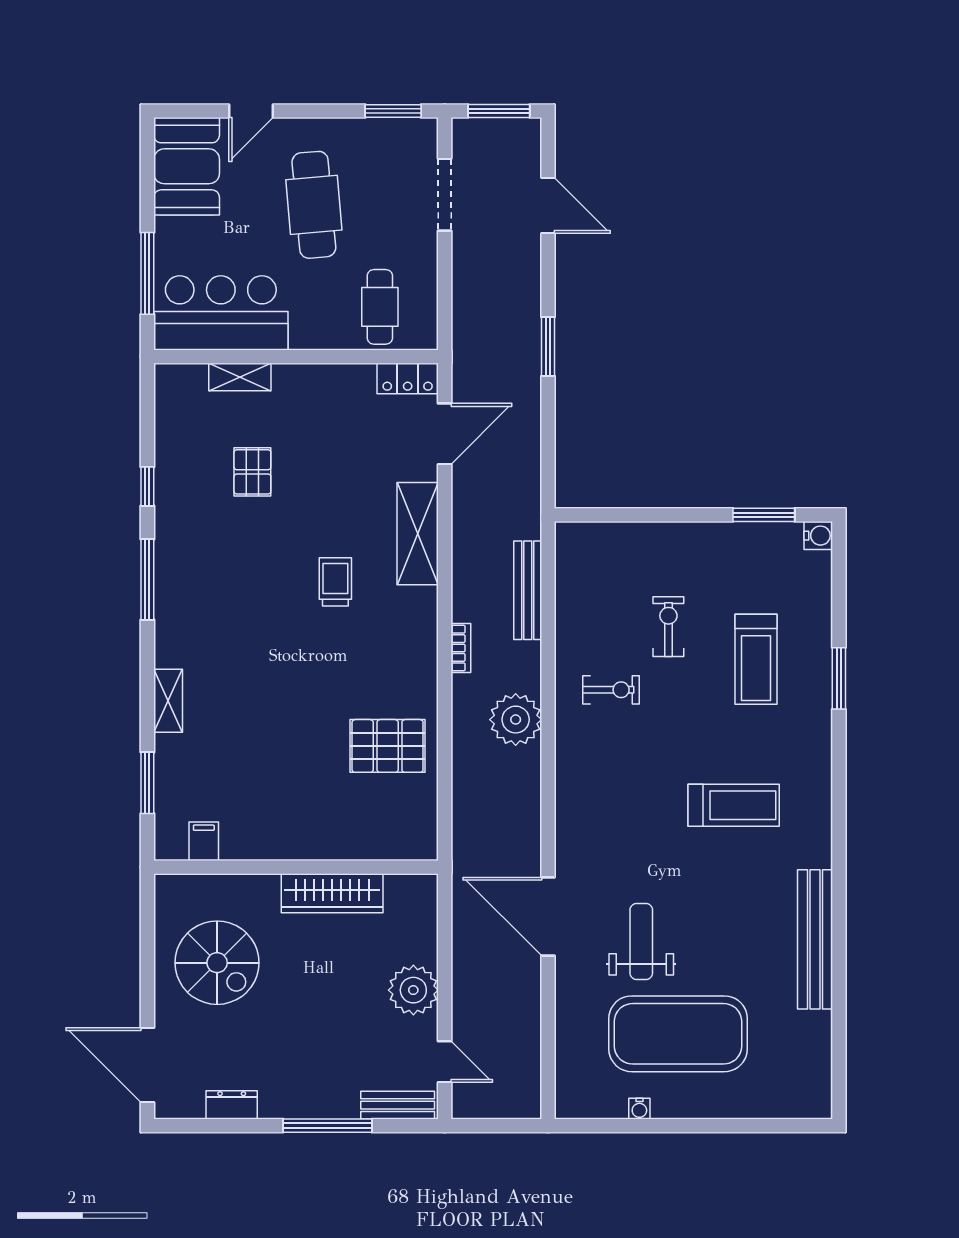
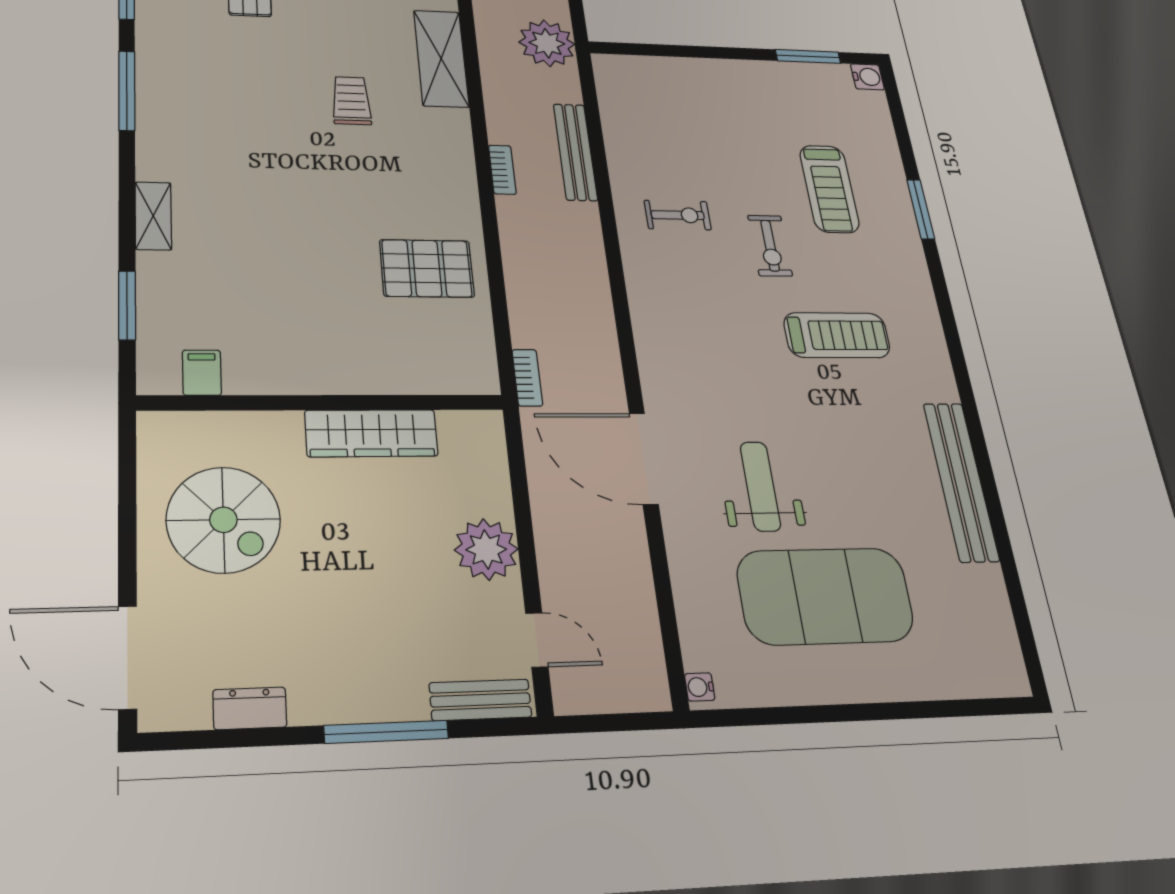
bench: (528, 590) -> (575, 152), moved
exercise bike: (668, 627) -> (770, 246), moved, turned 180
plant: (516, 720) -> (547, 43), moved
bookcase: (461, 845) -> (527, 378), added
water cooler: (639, 1109) -> (700, 687), moved, turned 90

